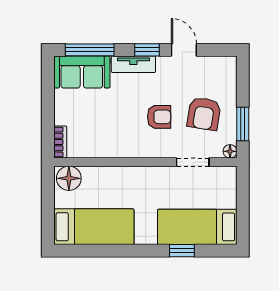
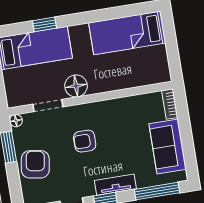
sofa: (82, 72) -> (168, 147), moved, turned -90
armchair: (204, 114) -> (35, 164), moved
floor lamp: (69, 178) -> (76, 86), moved

